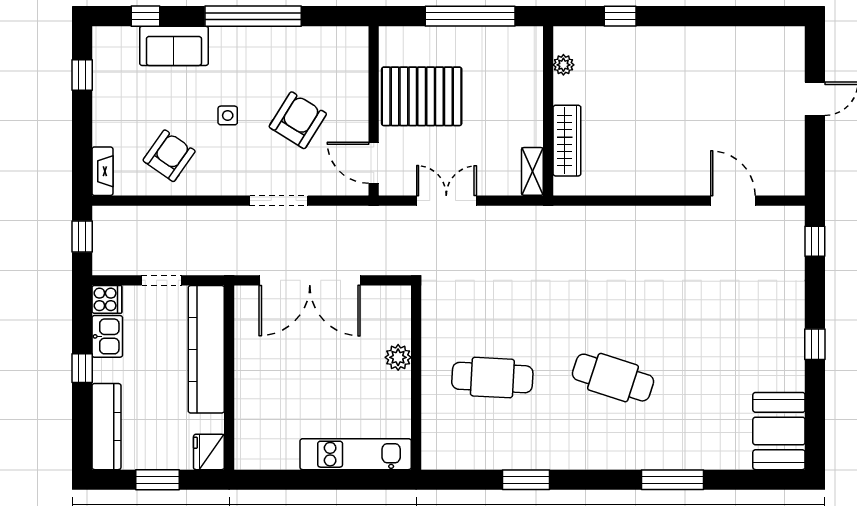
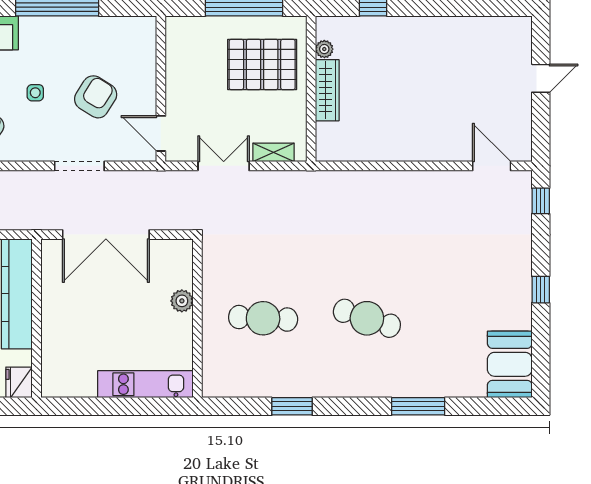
pallet: (422, 96) -> (262, 64), moved
wardrobe: (567, 141) -> (327, 90), moved
shelving: (532, 171) -> (273, 152), moved, turned 90
door: (733, 201) -> (492, 166), moved

